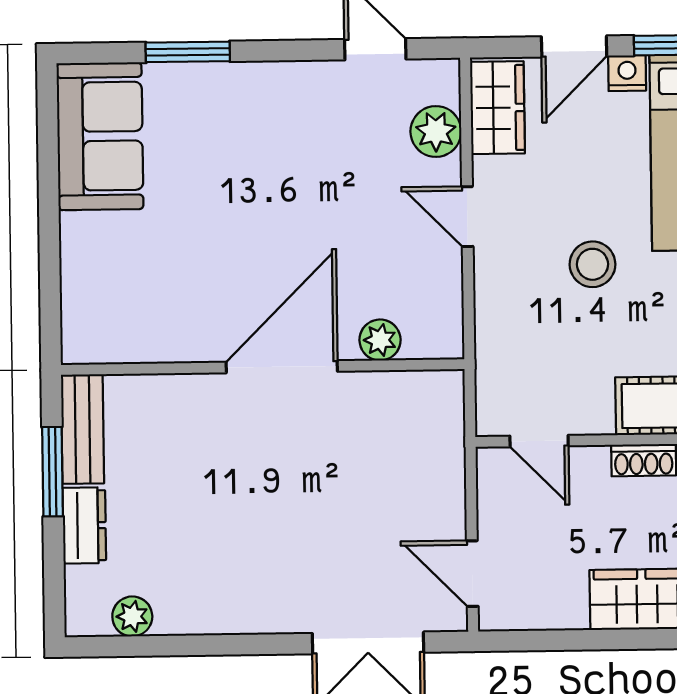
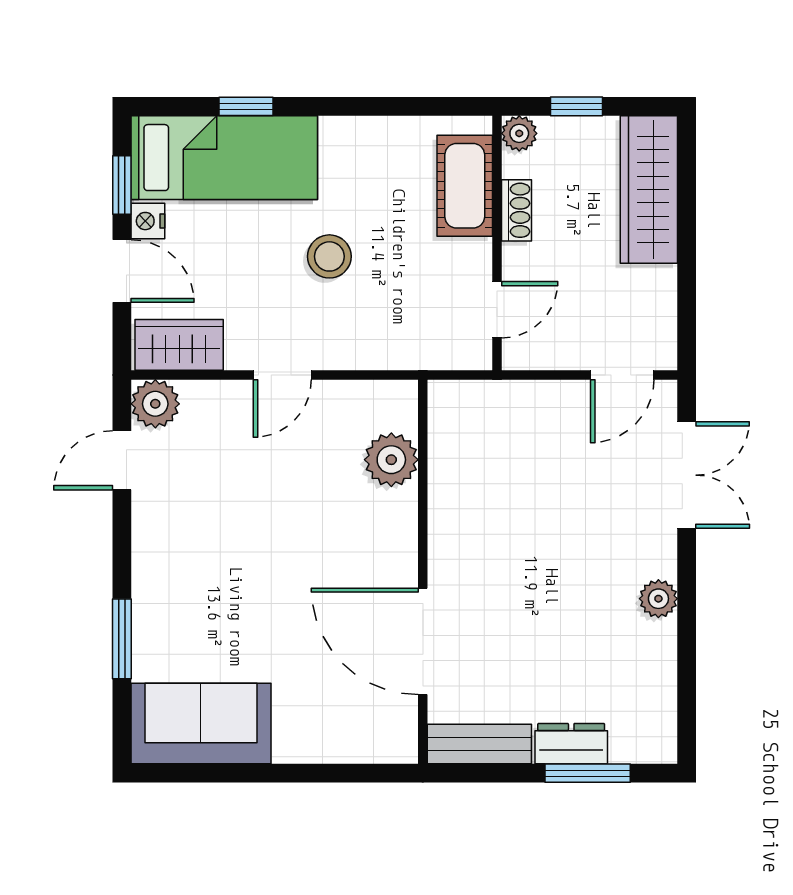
plant: (436, 131) -> (155, 404), moved
plant: (380, 340) -> (391, 460), width x1.38, depth x1.38
door: (282, 367) -> (423, 641), moved
window: (52, 472) -> (588, 773), moved
plant: (132, 616) -> (658, 599), moved

